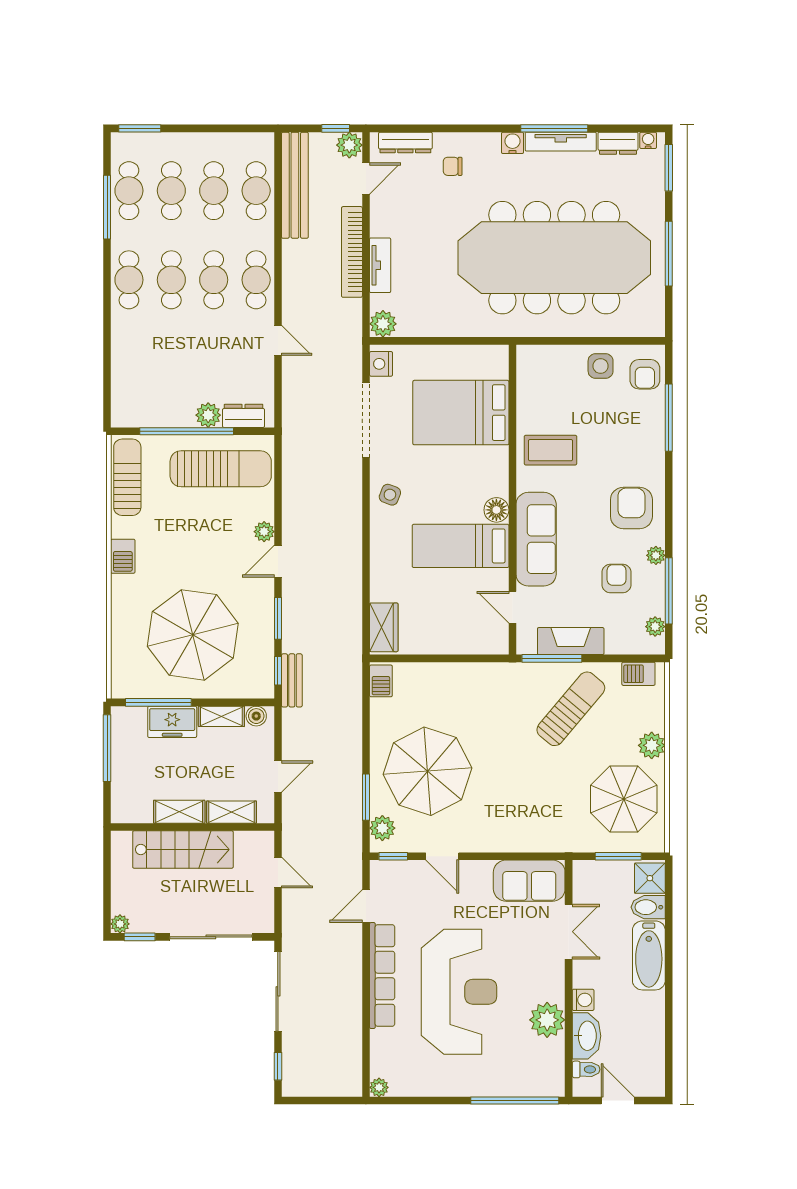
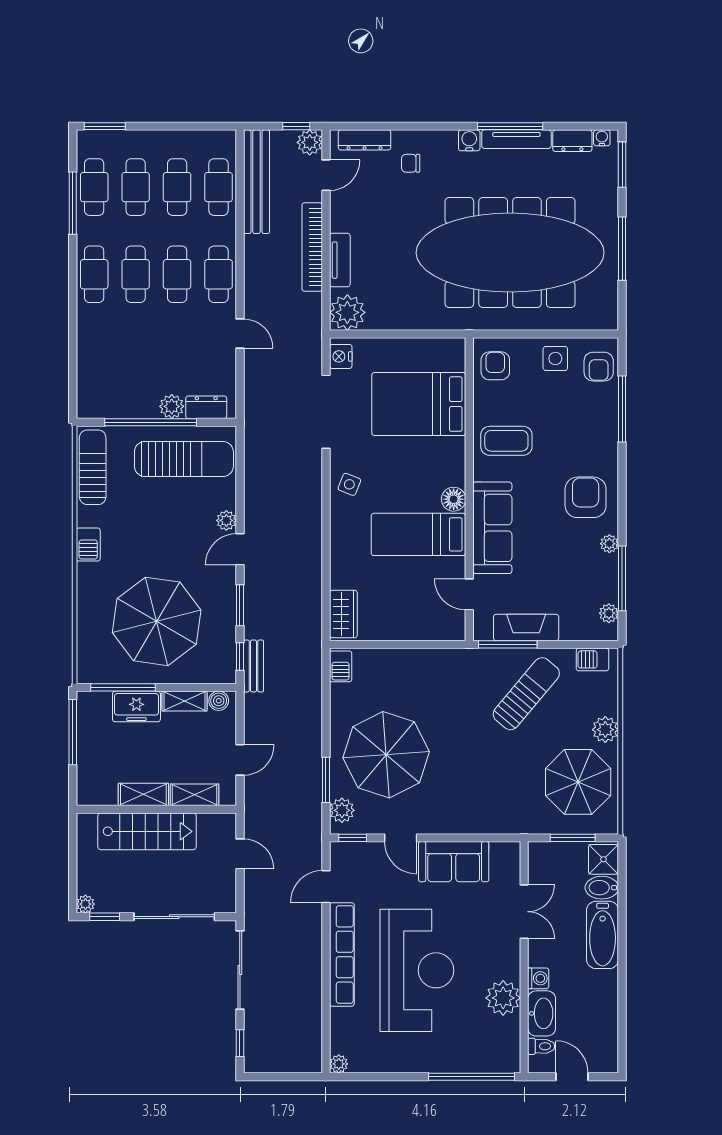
plant: (383, 324) -> (347, 312), width x1.36, depth x1.36
armchair: (617, 579) -> (495, 366), moved
sofa: (529, 881) -> (454, 862), moved

